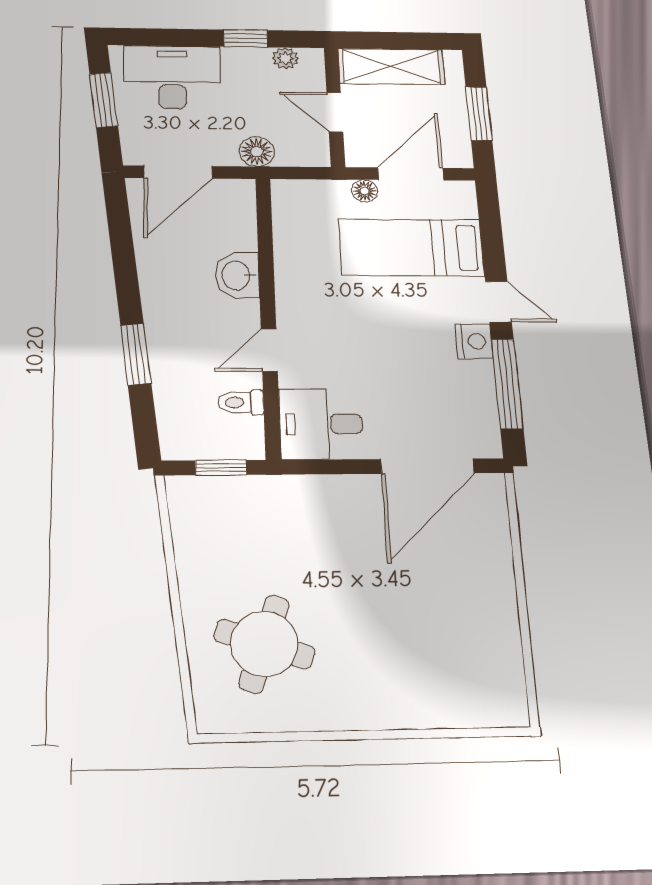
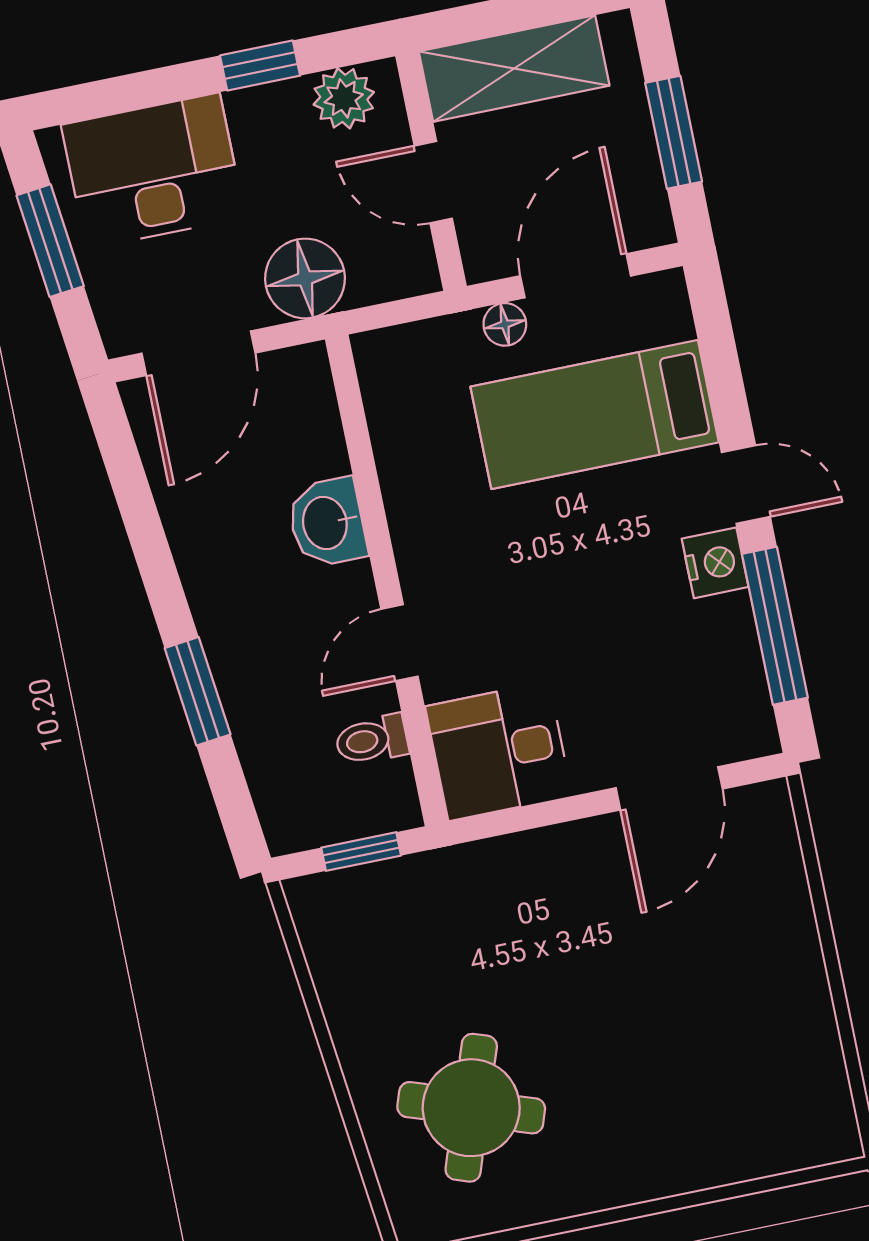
plant: (285, 58) -> (344, 98), width x1.38, depth x1.38
floor lamp: (257, 152) -> (305, 278), width x1.38, depth x1.38
door: (428, 466) -> (669, 788), width x0.73

